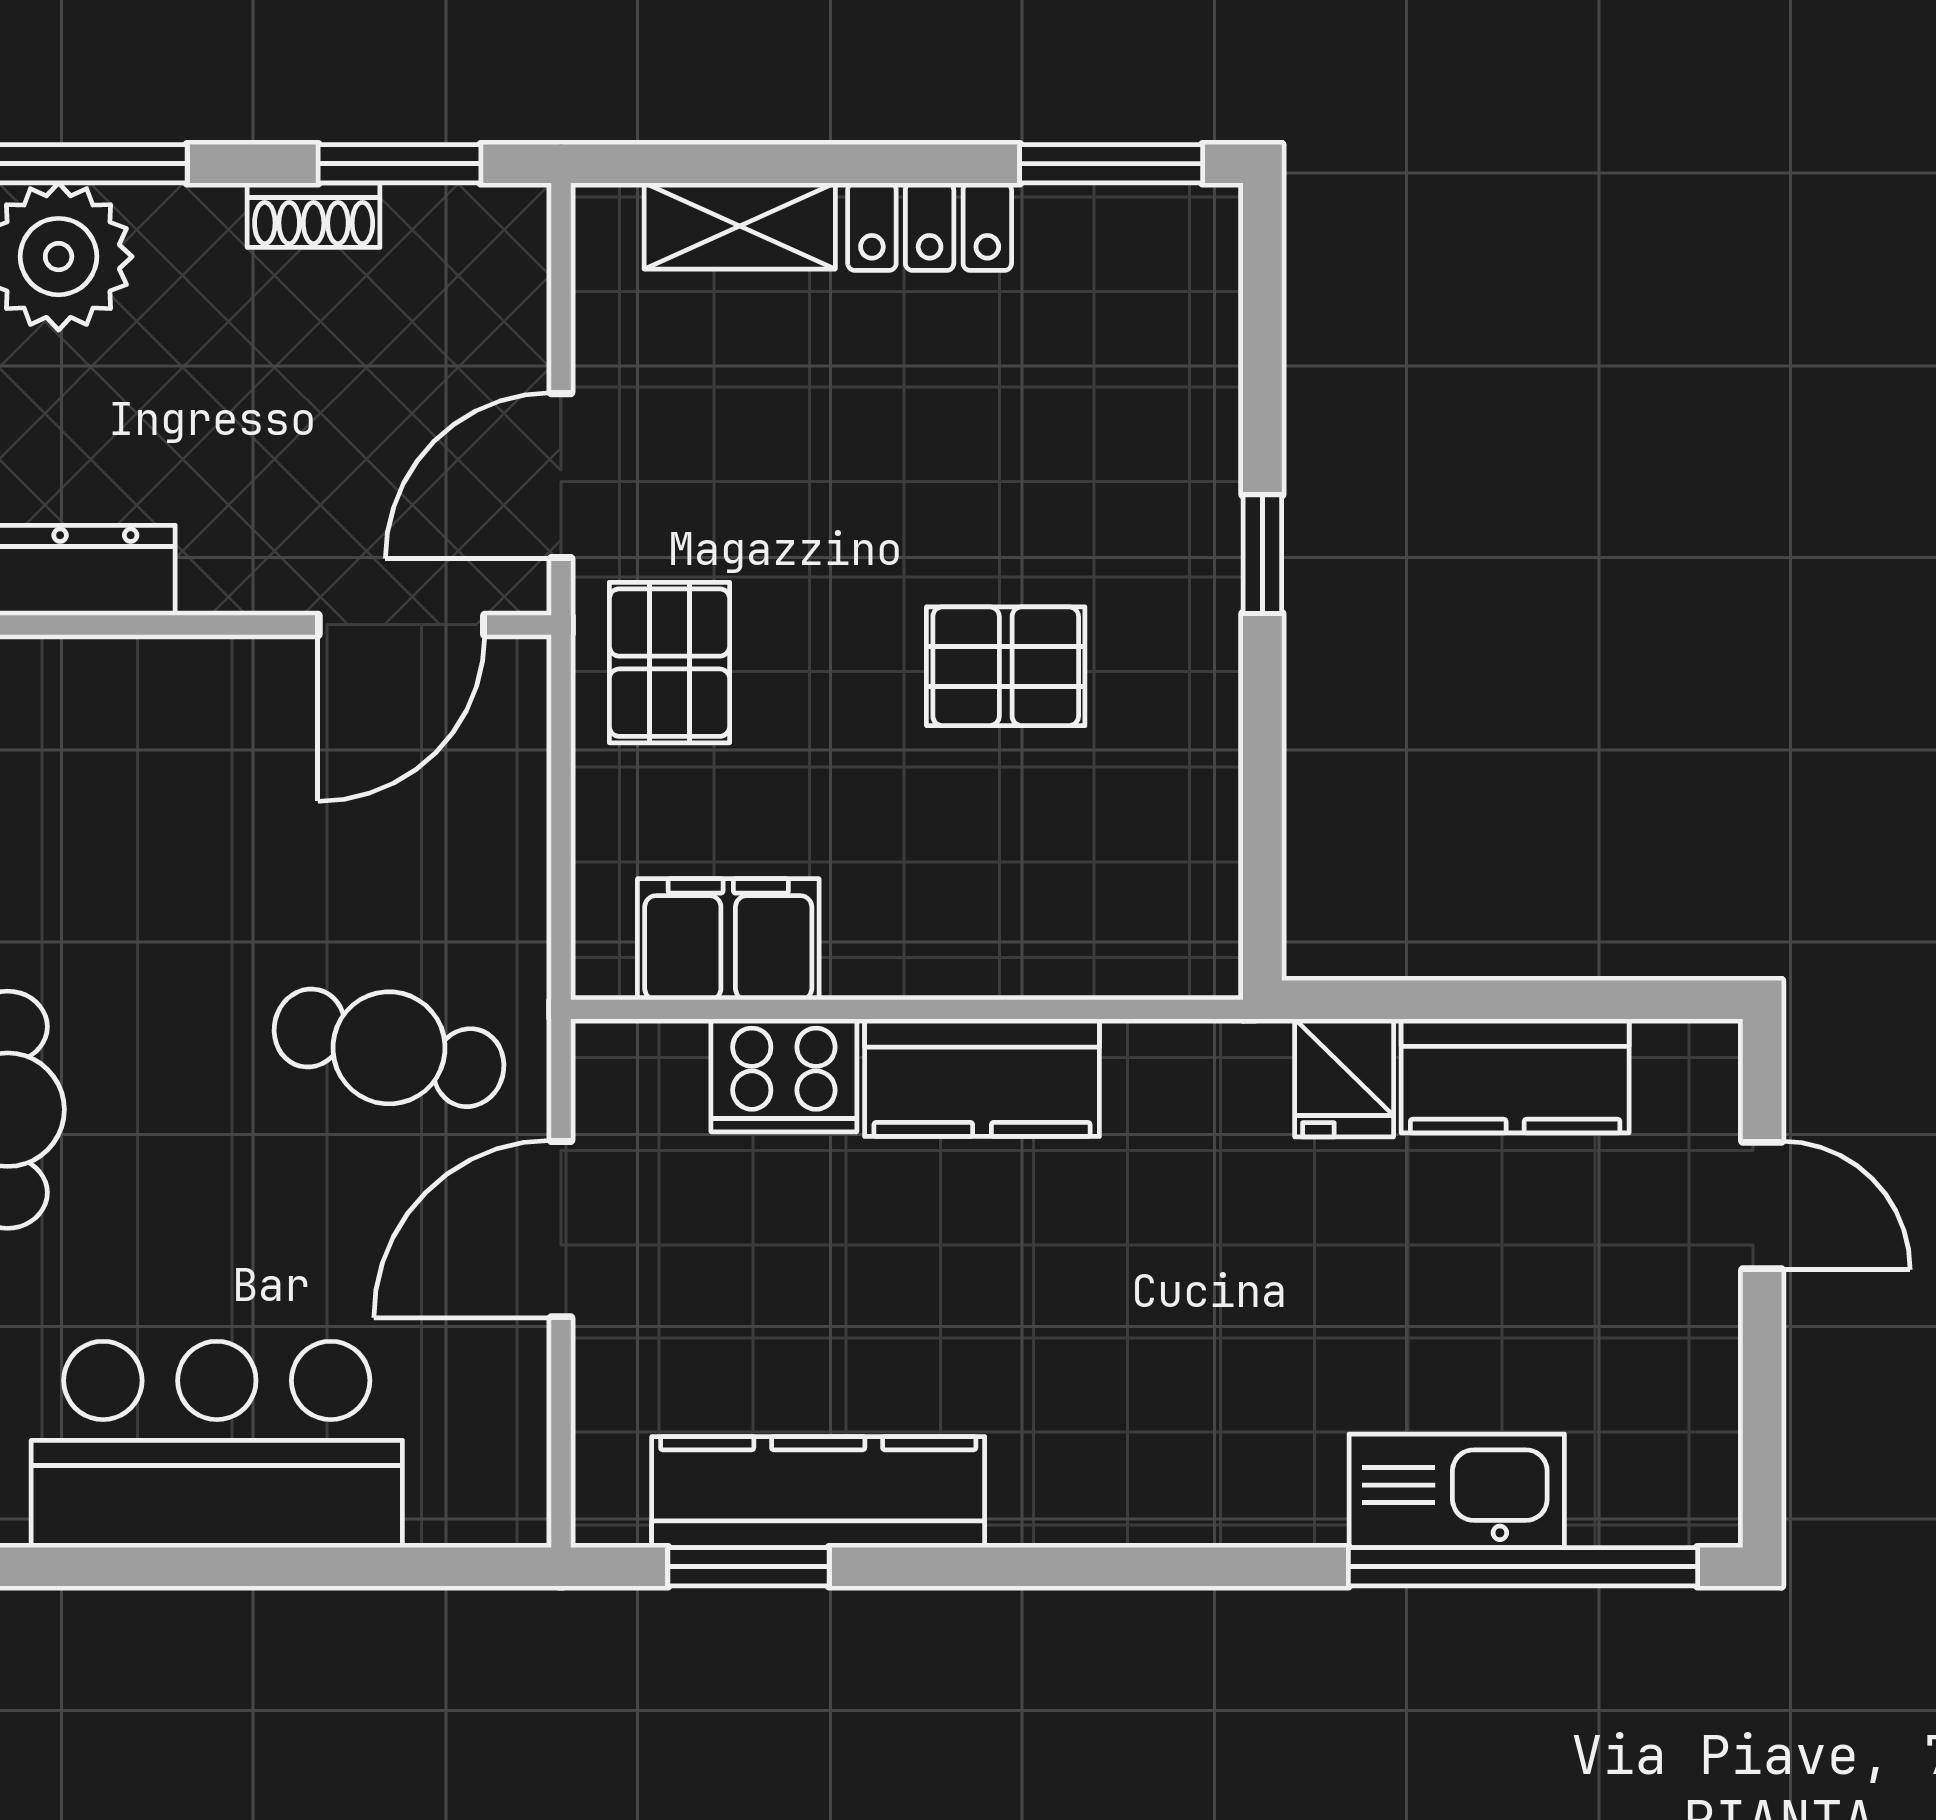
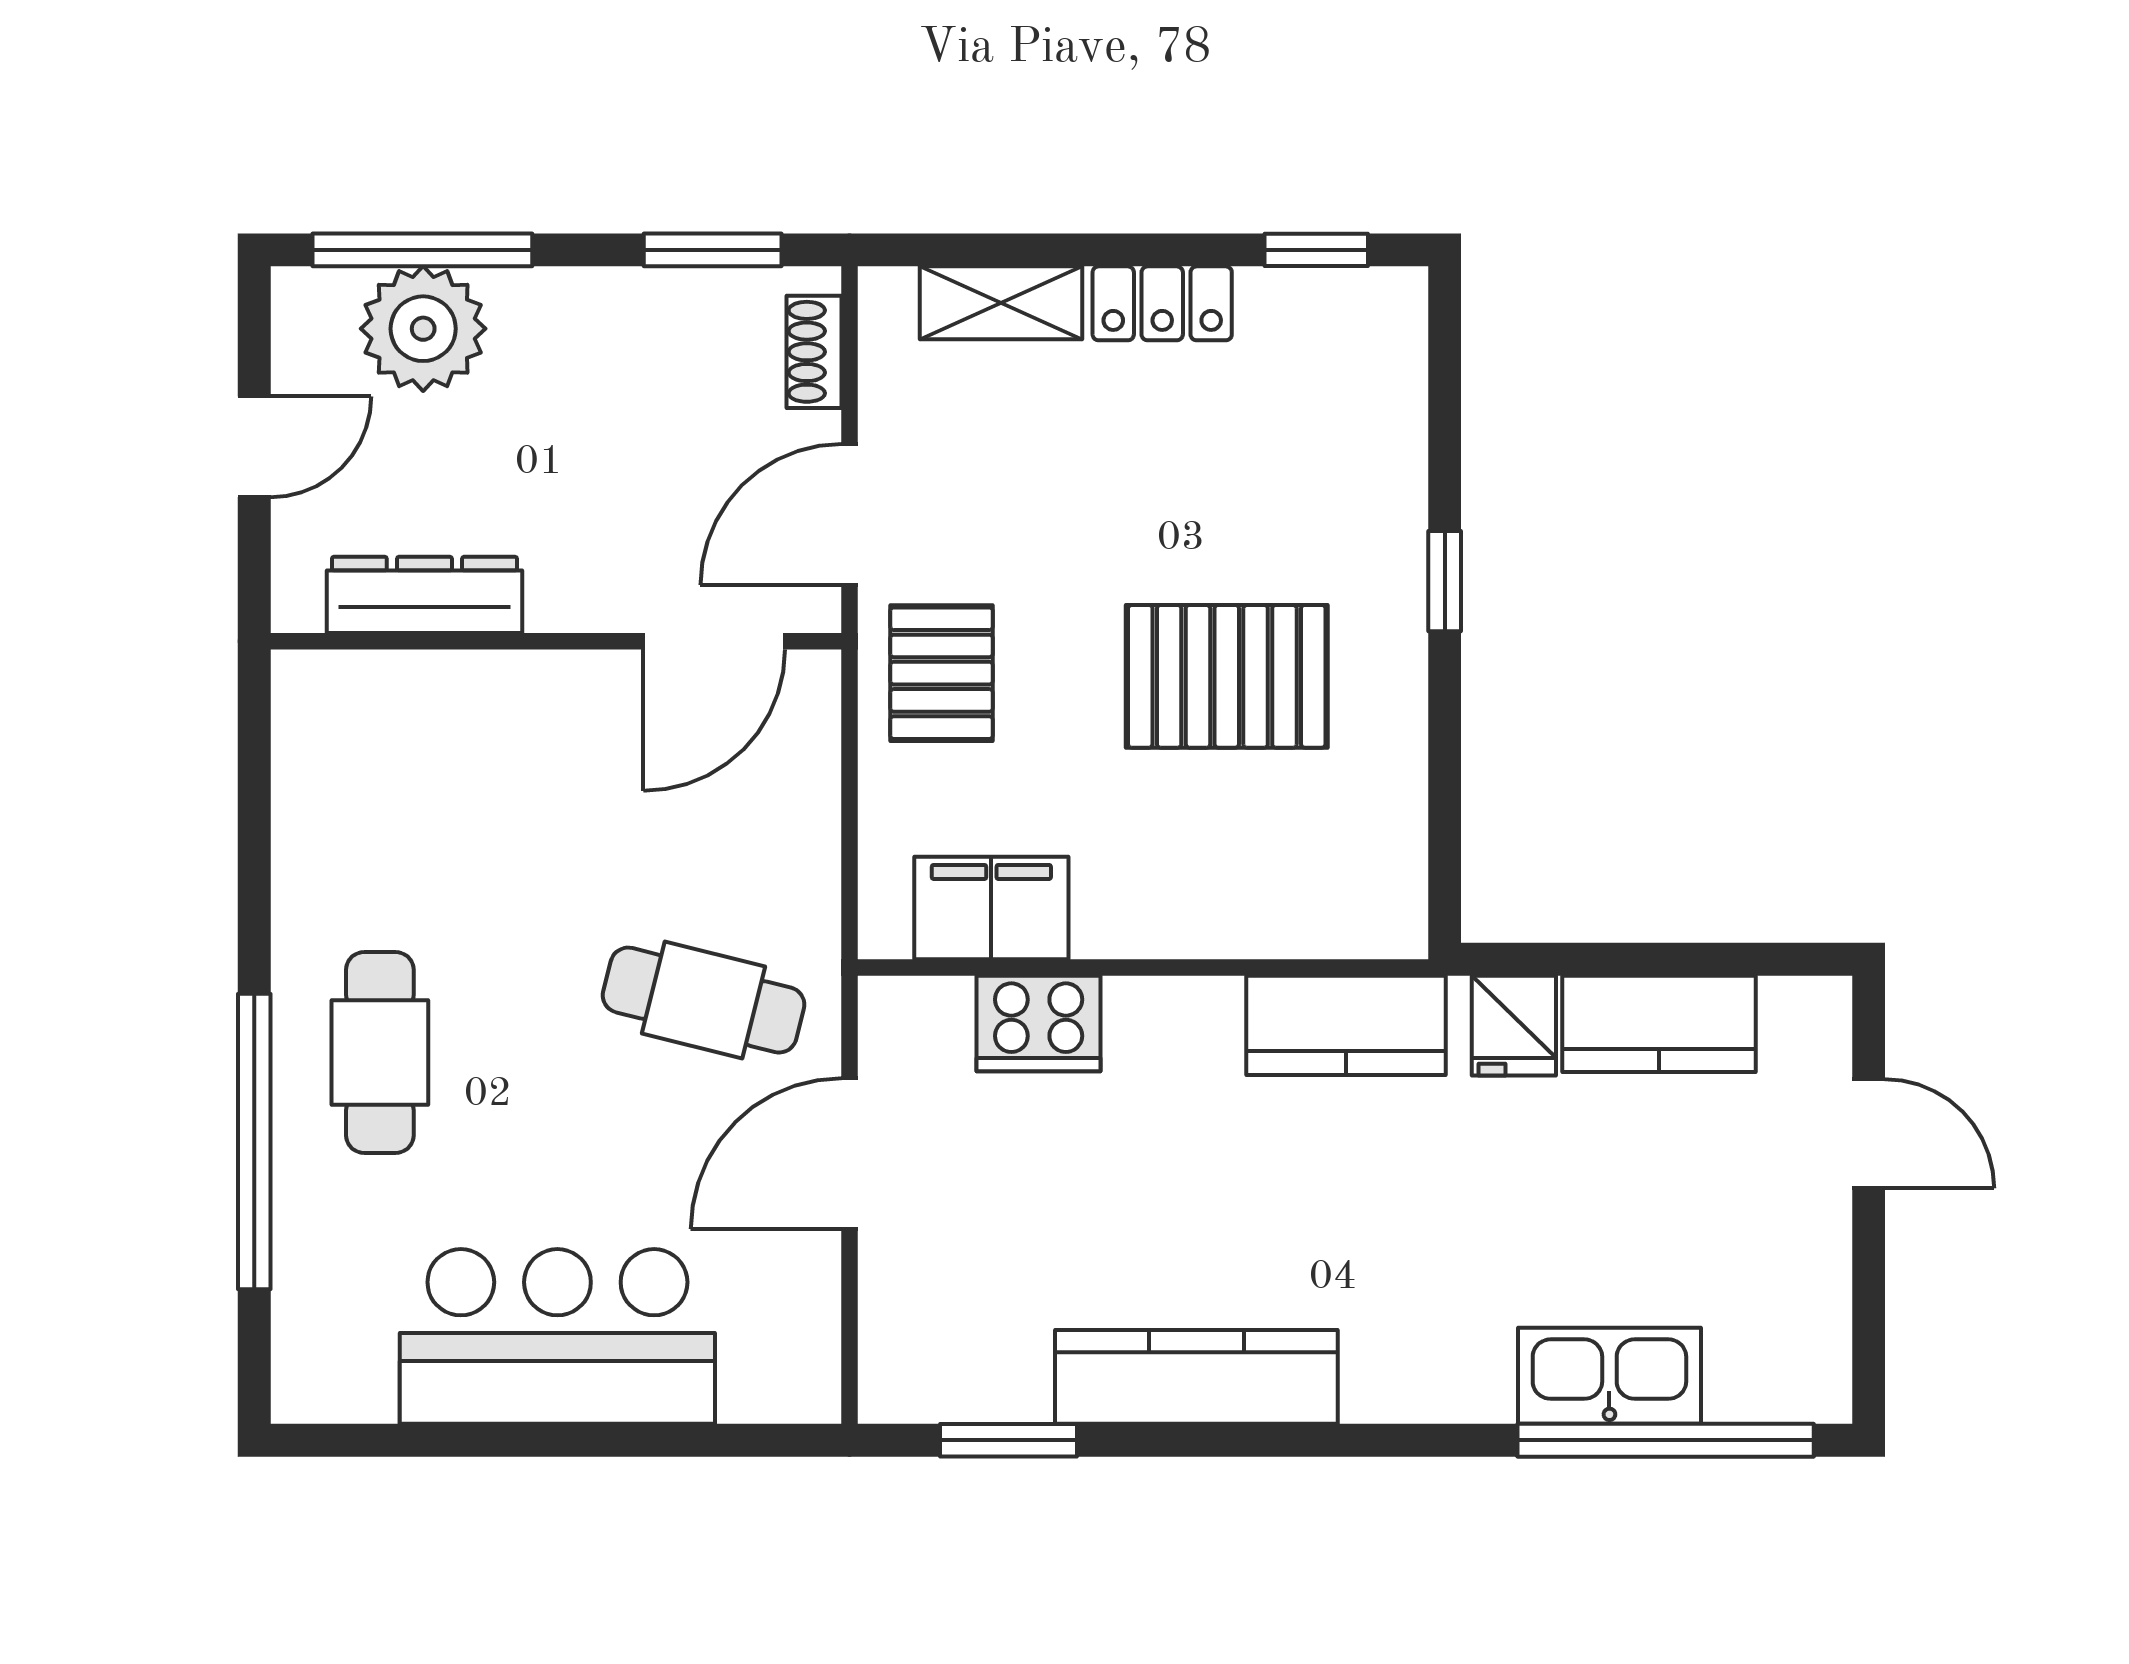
window: (1111, 164) -> (1316, 250), width x0.67
shoe rack: (314, 215) -> (814, 352), moved, turned 90
pallet: (1006, 666) -> (1227, 676), width x1.50, depth x1.42
kitchen counter: (982, 1078) -> (1346, 1025), moved
kitchen counter: (818, 1492) -> (1196, 1377), moved

